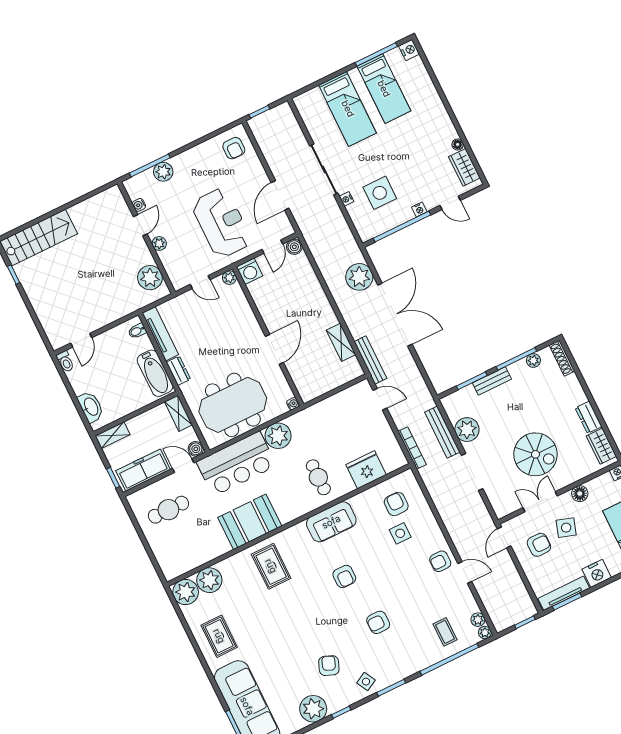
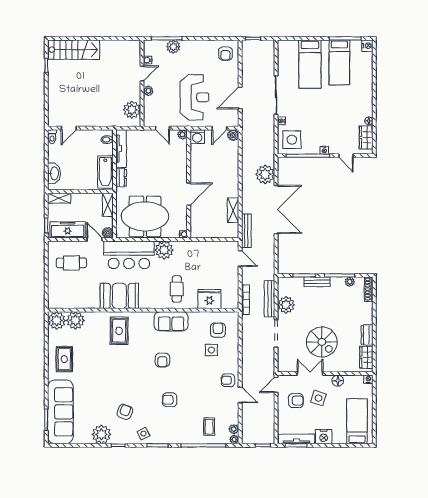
side table: (380, 193) -> (292, 140), moved

